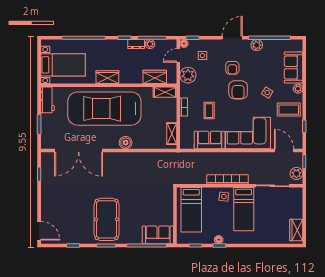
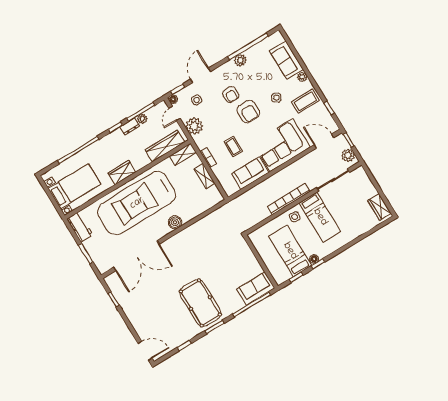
door: (232, 38) -> (201, 75), moved
wardrobe: (155, 77) -> (165, 146), width x1.50
shelving: (172, 134) -> (205, 176), moved
bed: (191, 210) -> (290, 251), moved, turned 180

